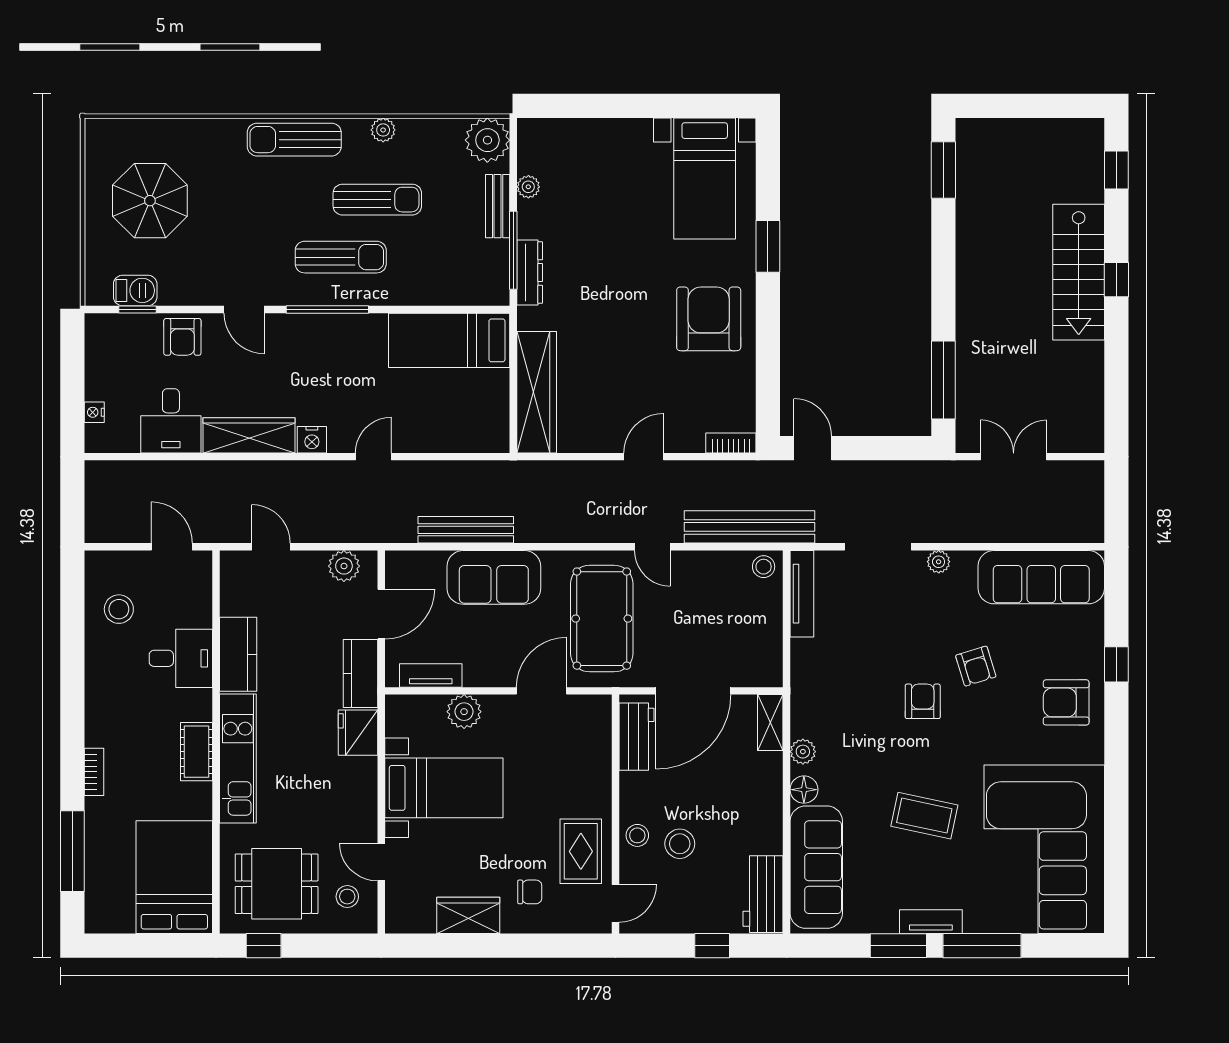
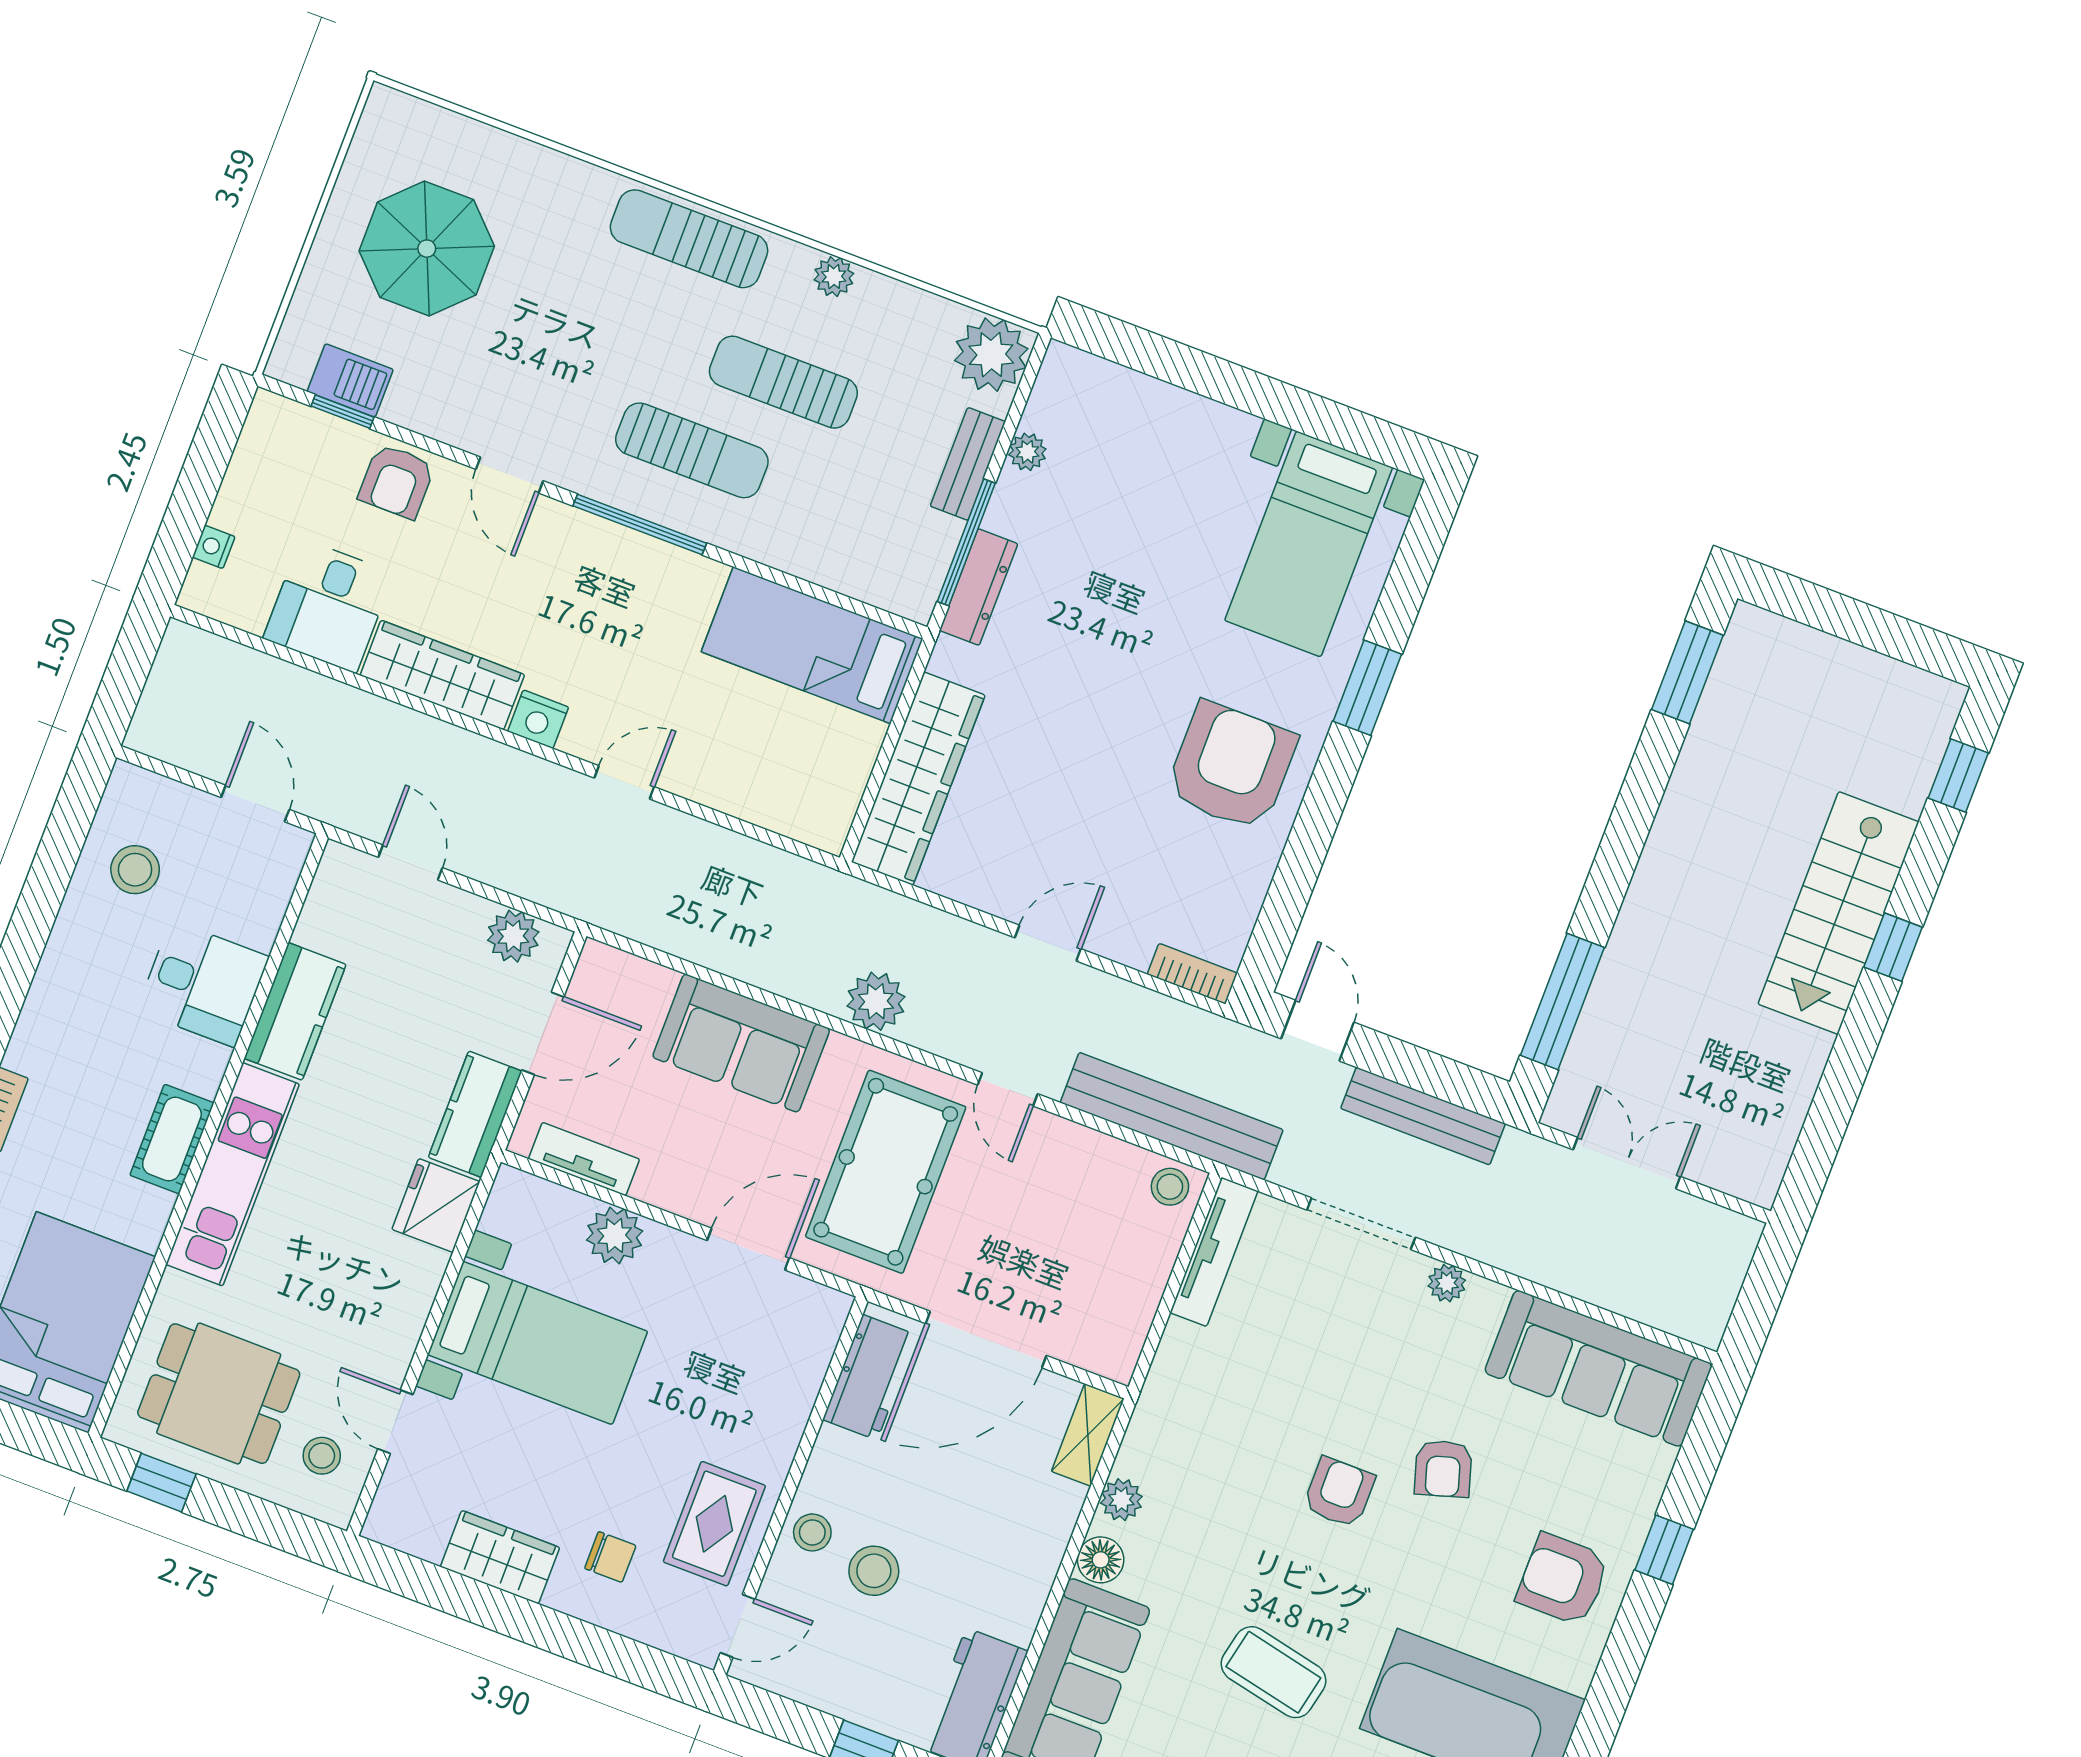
sun lounger: (377, 200) -> (783, 382), turned 180
plant: (560, 525) -> (876, 1001), added
bench: (466, 530) -> (1423, 1116), moved

